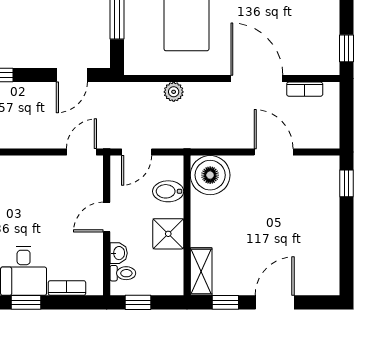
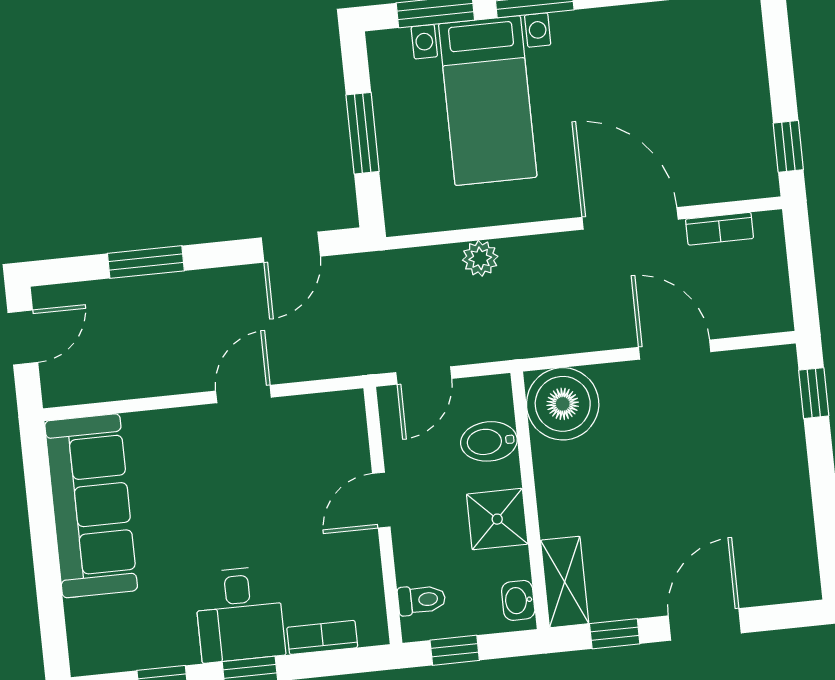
door: (81, 152) -> (243, 394), moved
washbasin: (119, 253) -> (518, 600), moved, turned 180

